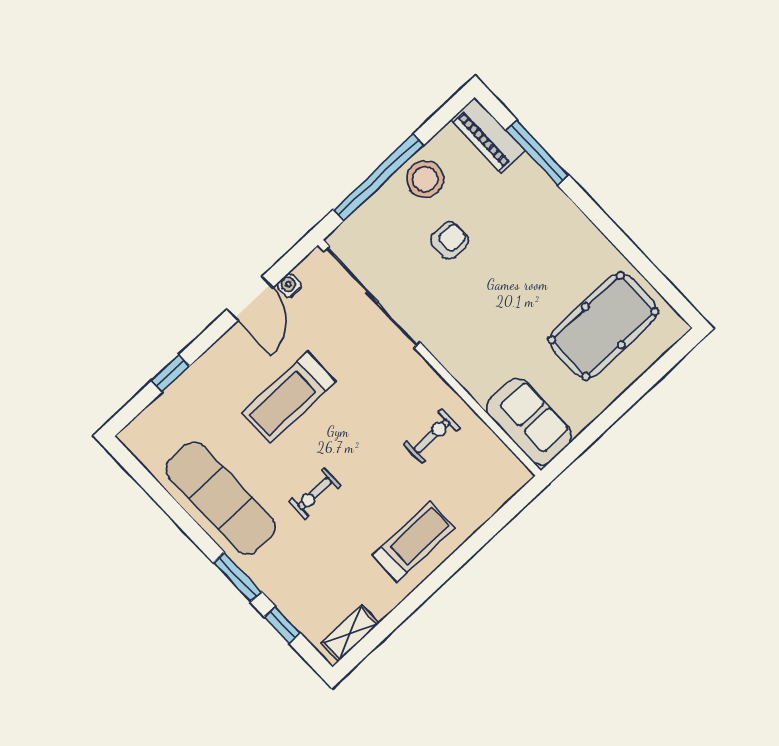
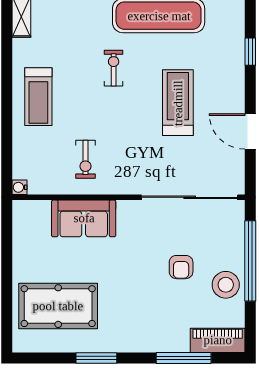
window: (619, 239) -> (96, 358), added
water cooler: (289, 285) -> (20, 187), moved, turned 180
pool table: (603, 326) -> (58, 306), turned 90
sofa: (529, 422) -> (84, 218), moved

